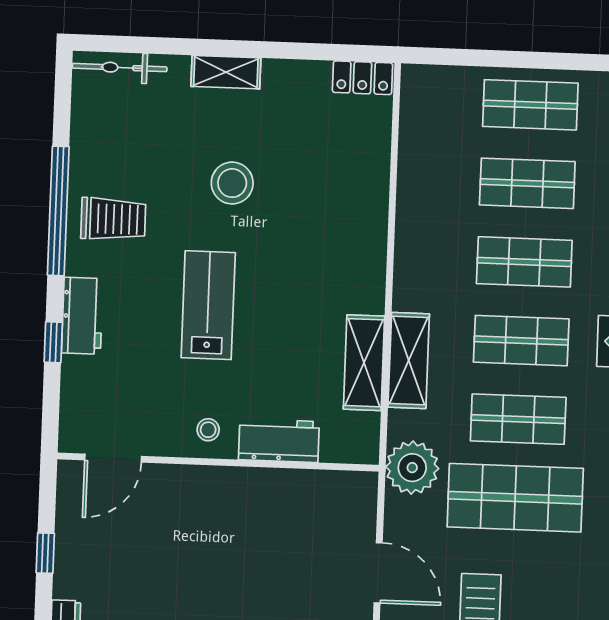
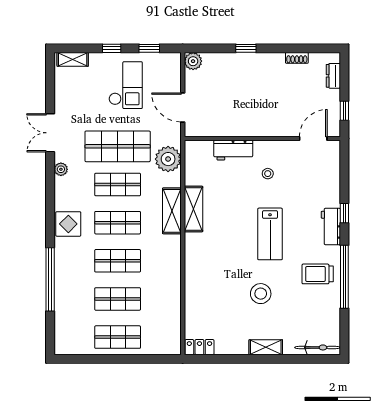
workbench: (279, 441) -> (233, 150), moved
door: (113, 458) -> (313, 139), moved
wall: (218, 462) -> (262, 139), moved

